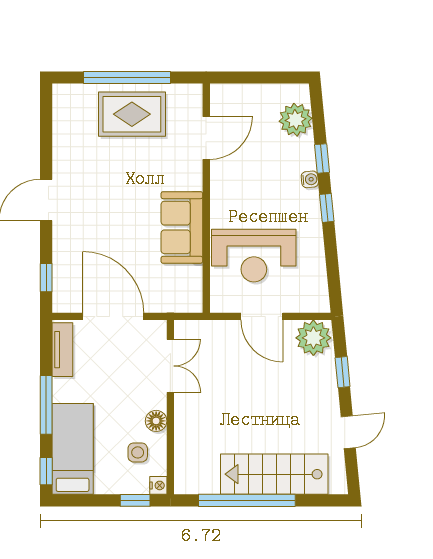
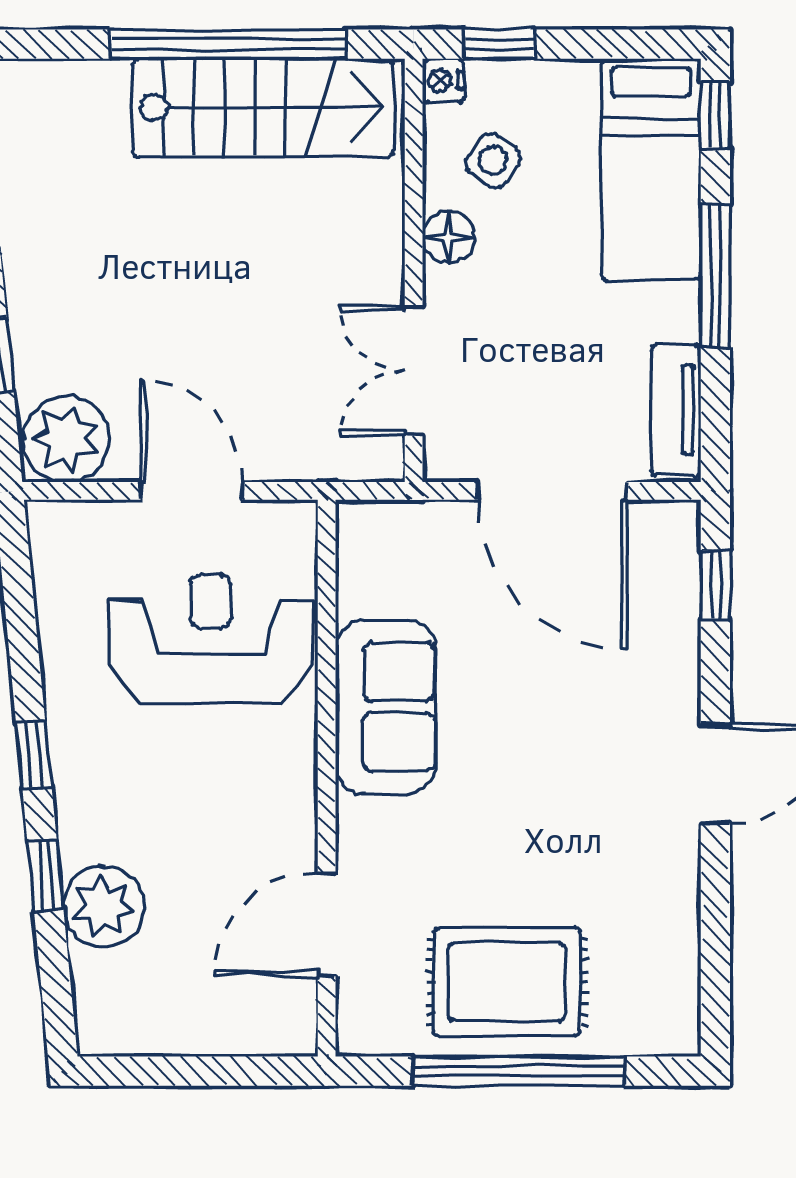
plant: (296, 120) -> (104, 907), moved
water cooler: (310, 179) -> (75, 824), removed
side table: (138, 452) -> (493, 160), turned 36
stairs: (274, 474) -> (263, 108), moved

